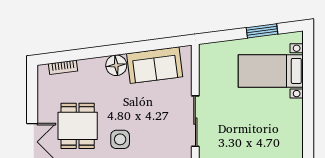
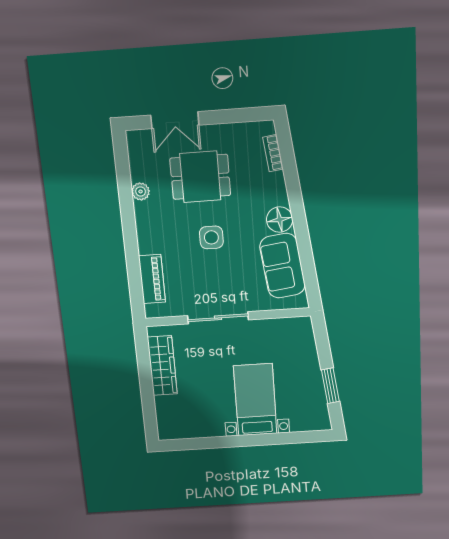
bed with nightstands: (271, 71) -> (255, 400), moved
side table: (120, 139) -> (211, 237), moved

